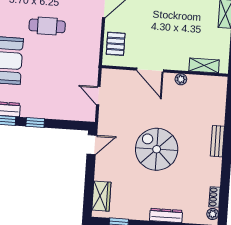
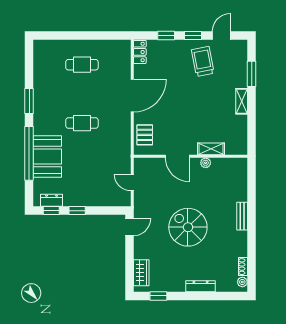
shelving: (204, 65) -> (211, 149), moved

